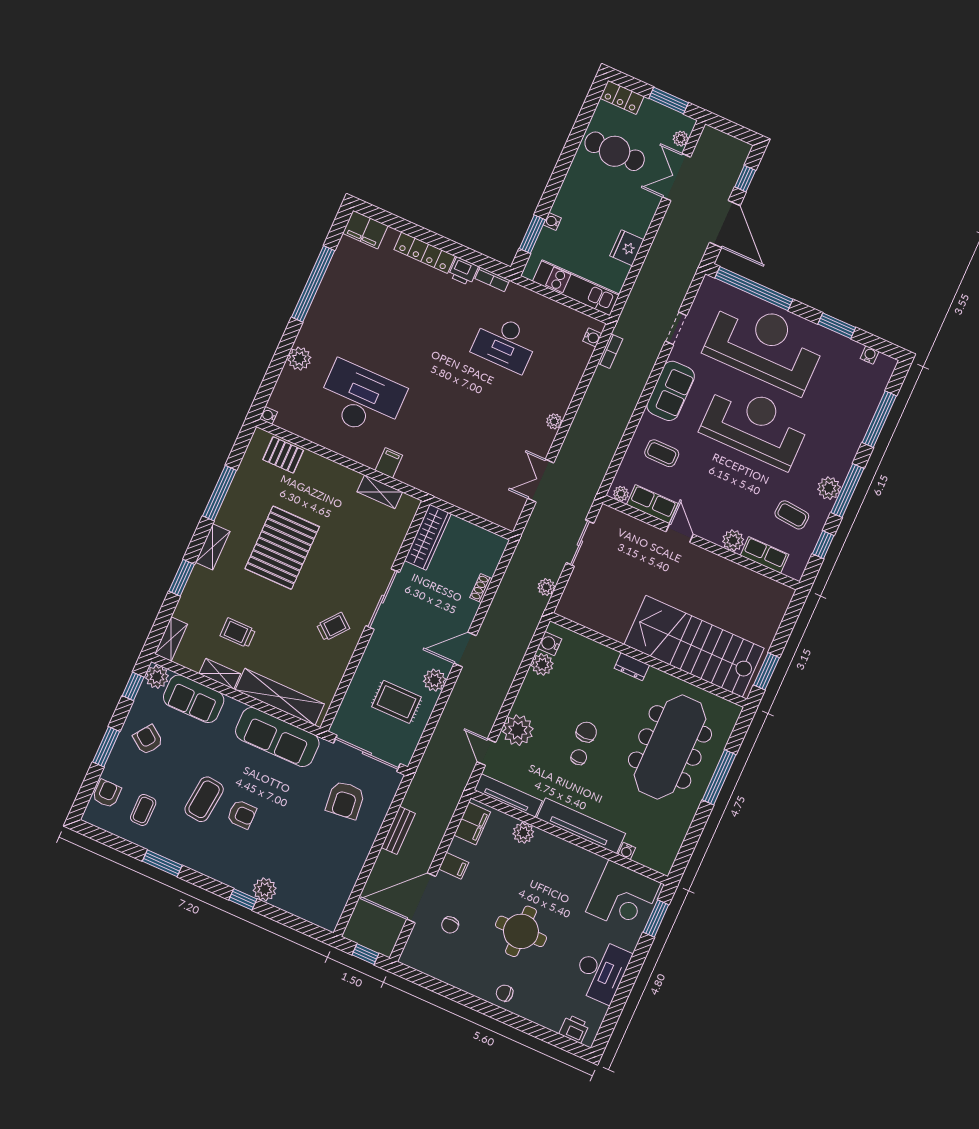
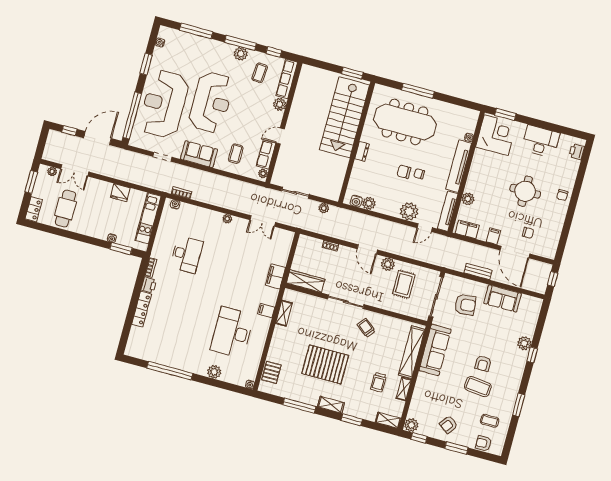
filing cabinet: (365, 230) -> (275, 276), moved, turned 180
reception desk: (755, 425) -> (211, 102), turned 180
row of seats: (764, 555) -> (287, 79), width x1.48
sofa: (194, 699) -> (503, 298), moved, turned 90
armchair: (242, 814) -> (483, 363), turned 180

